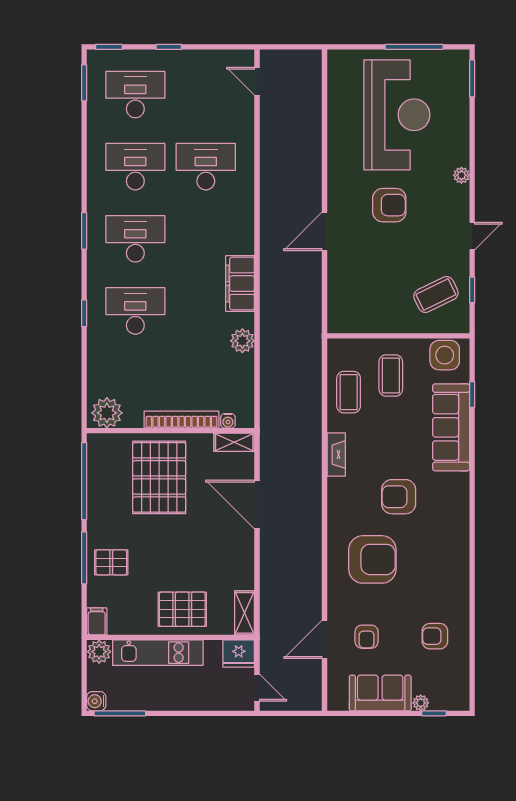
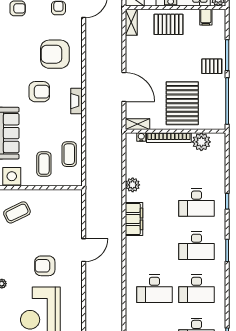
plant: (107, 413) -> (201, 142), moved
fireplace: (336, 455) -> (76, 101), moved
pallet: (111, 562) -> (212, 66), moved
filing cabinet: (97, 621) -> (206, 17), moved

